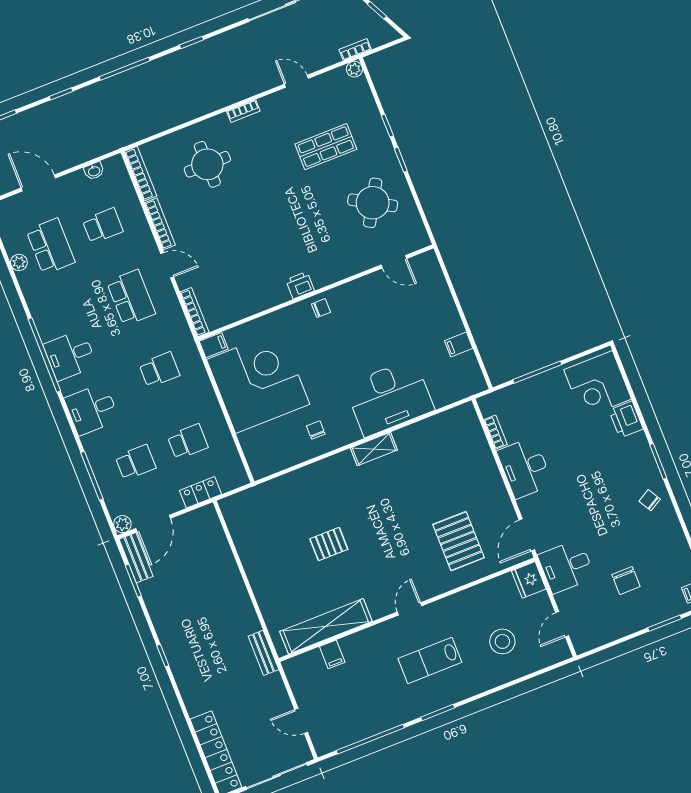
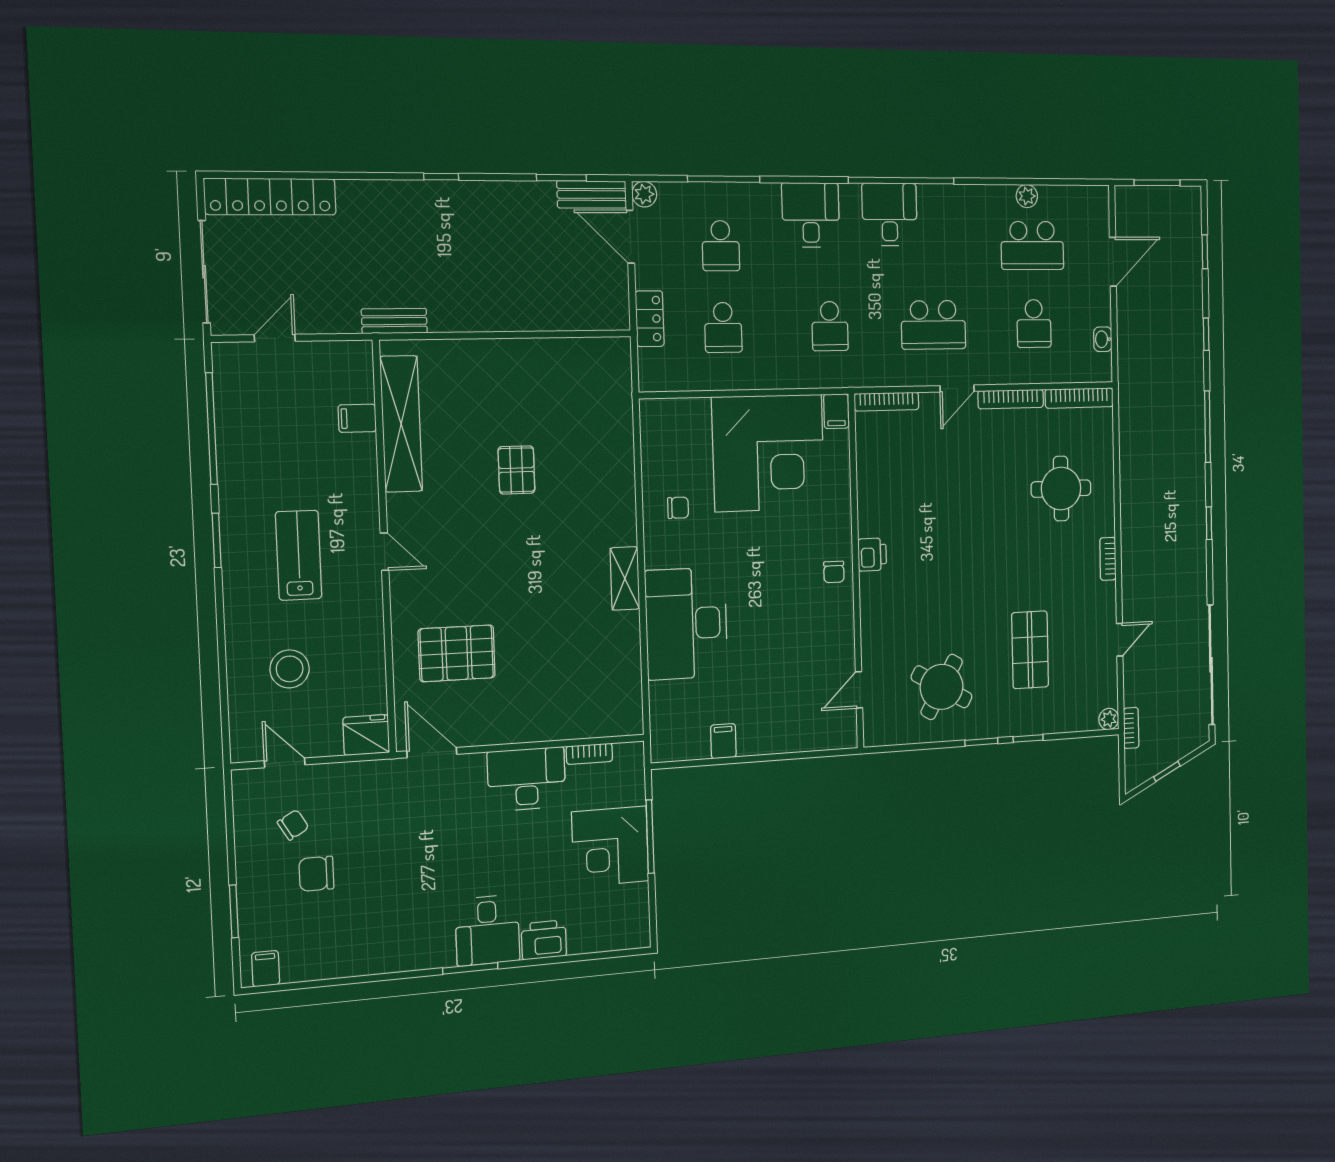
corner desk: (598, 384) -> (610, 847), moved, turned -90
chair: (650, 500) -> (293, 825), moved
desk: (566, 566) -> (487, 930), moved, turned 180

